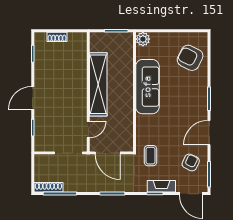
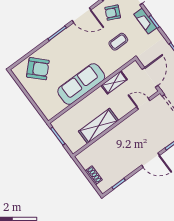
plant: (143, 39) -> (50, 113), removed
armchair: (190, 58) -> (38, 69), turned -72
shelving: (98, 84) -> (98, 126), width x0.68
shelving: (127, 117) -> (114, 82), added
coffee table: (151, 156) -> (118, 42), moved

